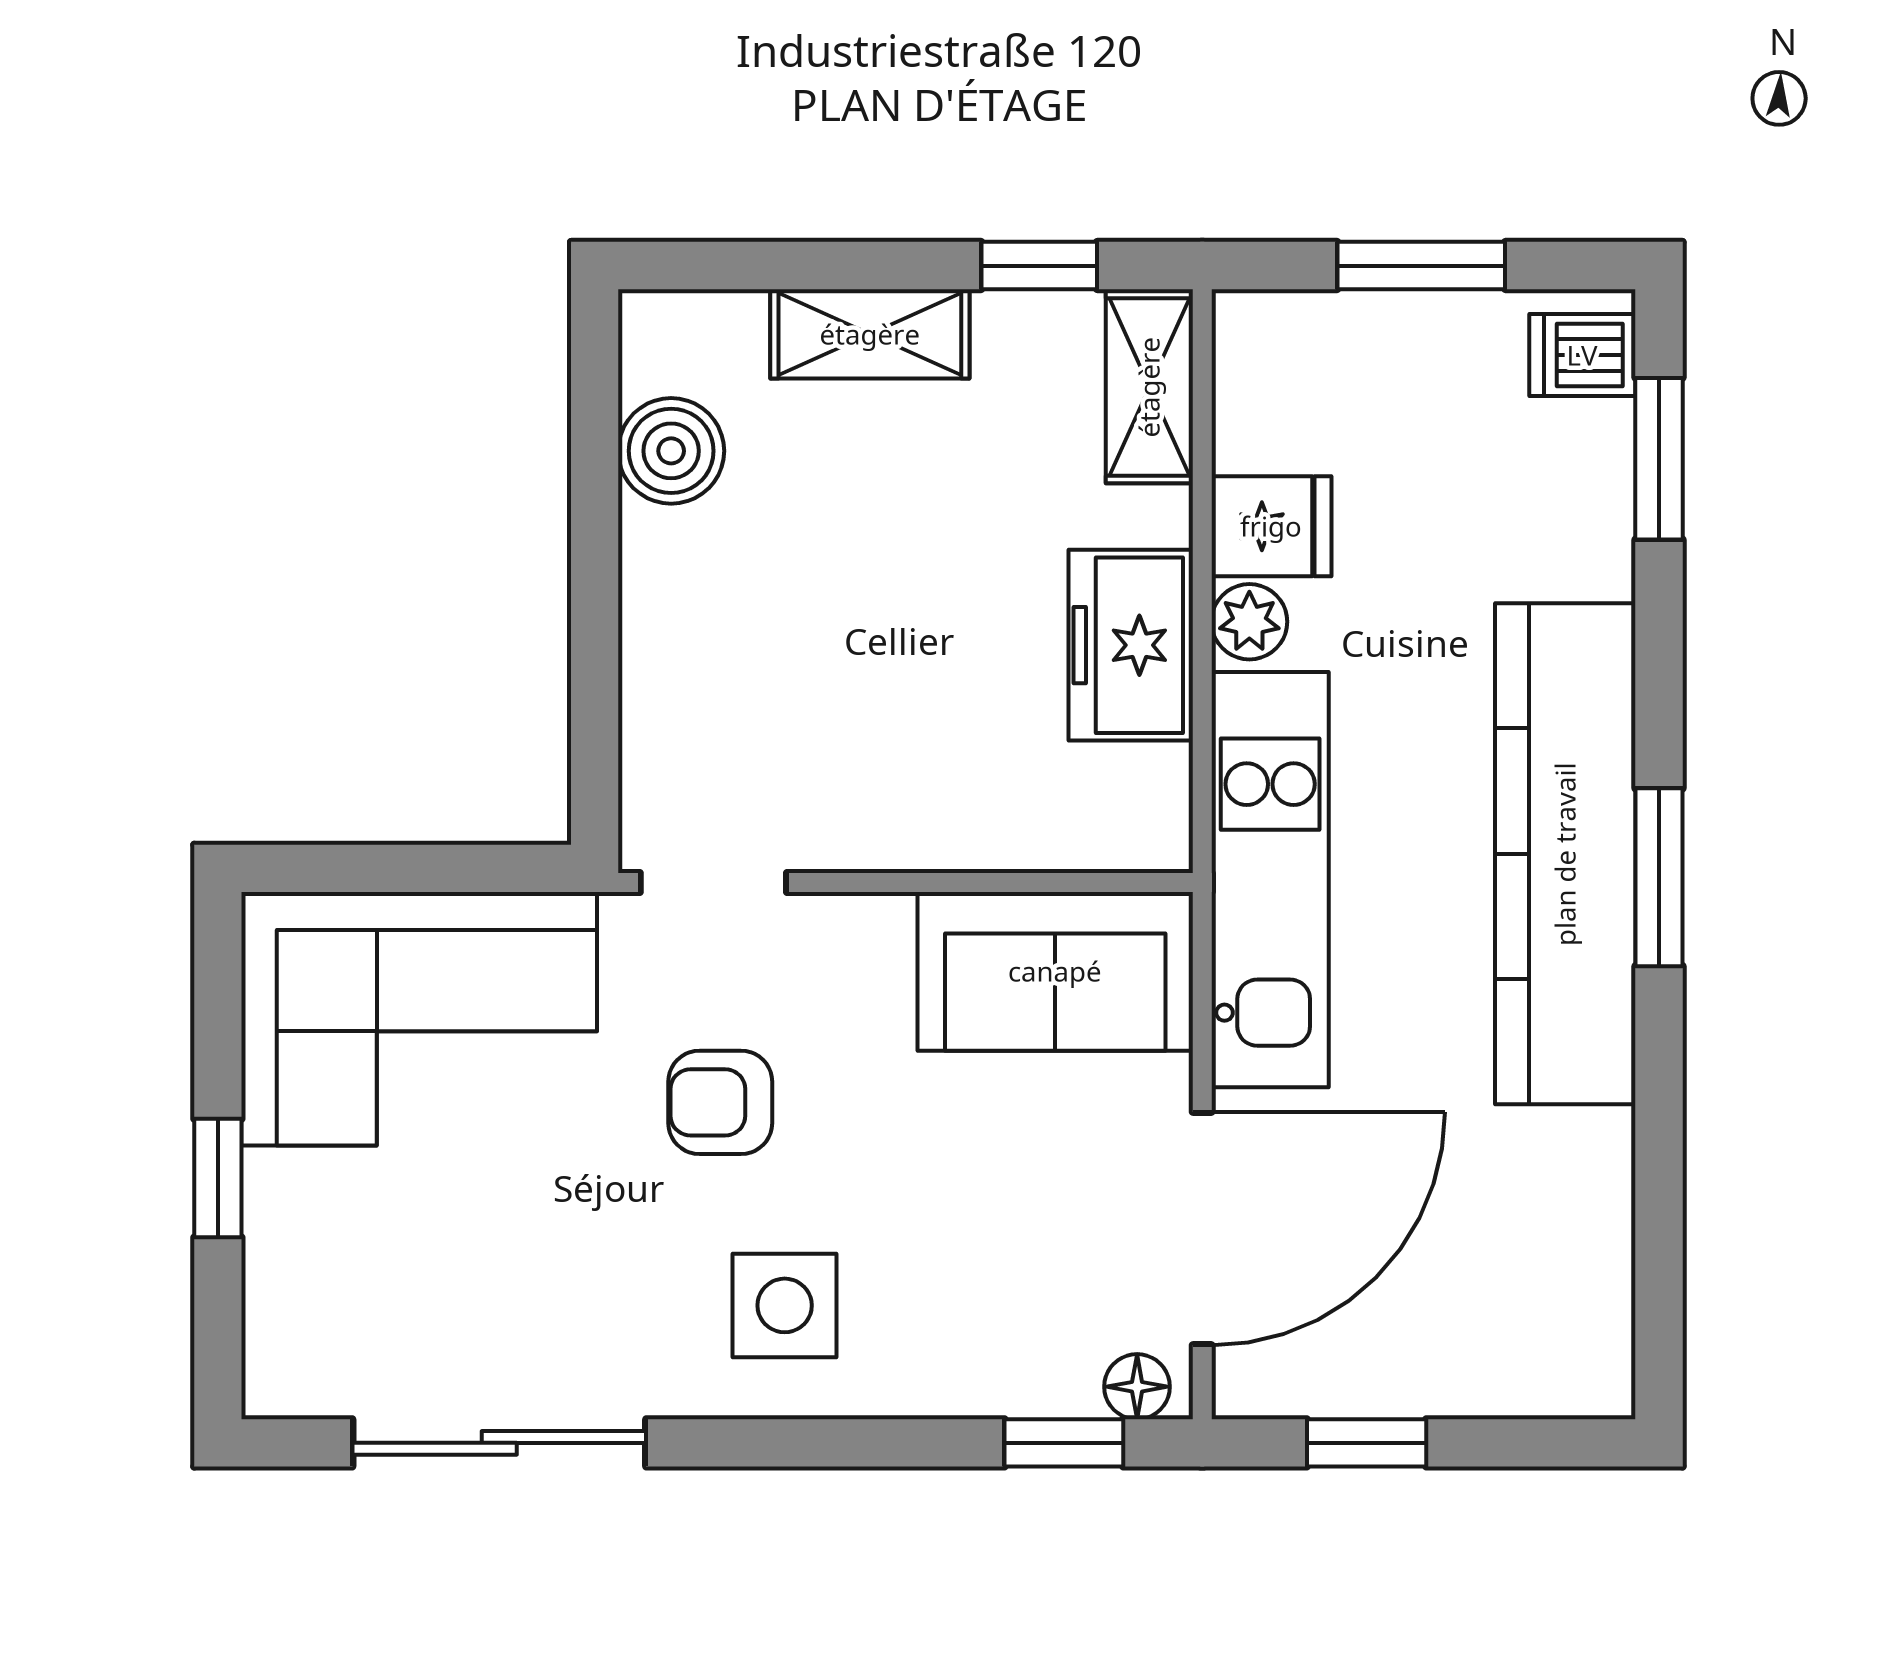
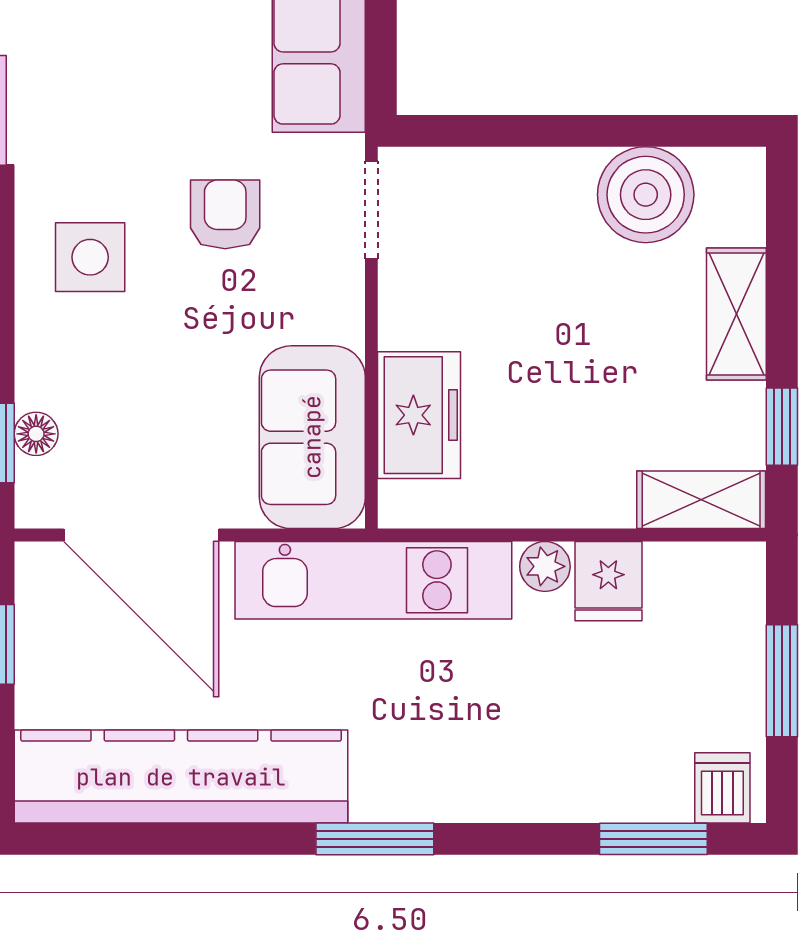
boiler: (671, 451) -> (646, 195), width x1.37, depth x1.37
freezer: (1131, 645) -> (419, 415), moved, turned 90
kitchen counter: (1565, 854) -> (181, 777), moved
floor lamp: (1137, 1387) -> (36, 434), moved

